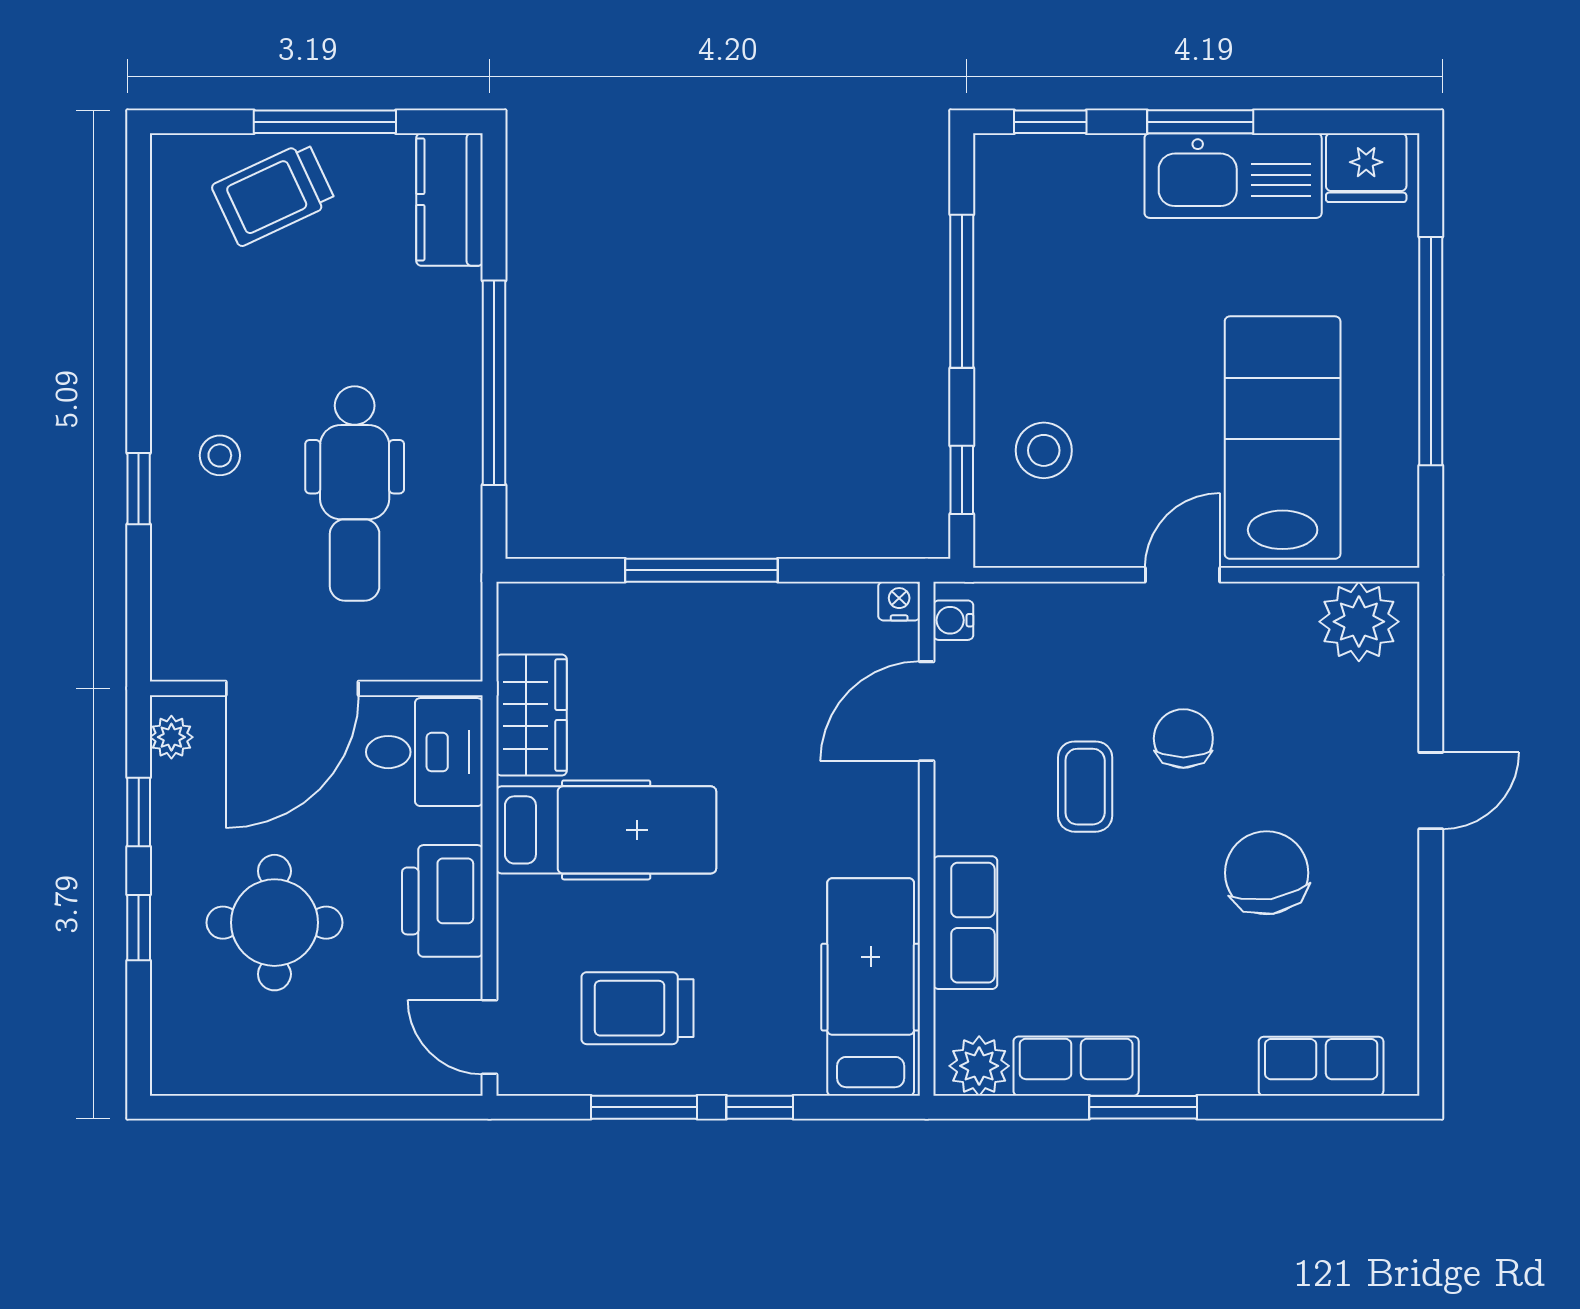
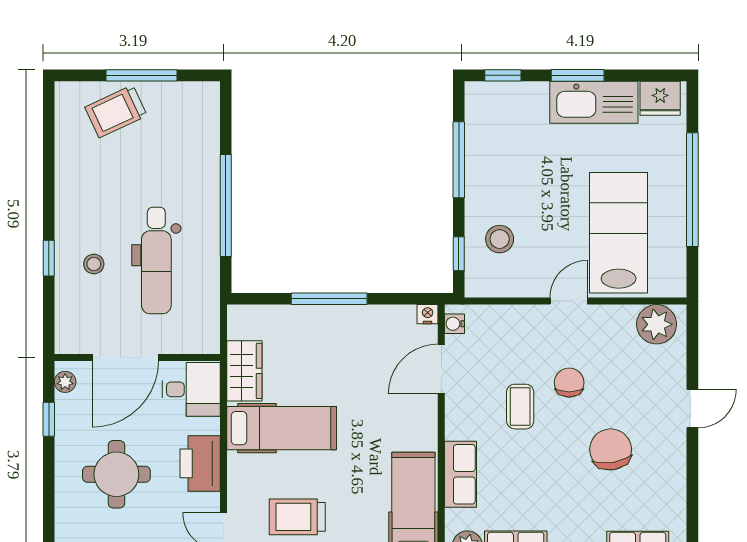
kitchen counter: (449, 199) -> (204, 114), removed
stool: (220, 455) -> (94, 264), moved
window: (139, 928) -> (49, 477), removed

